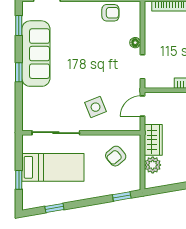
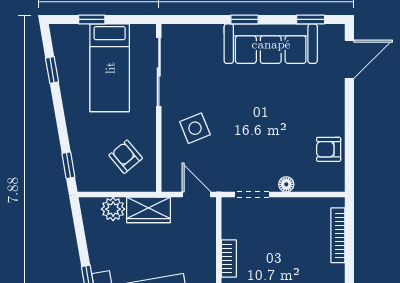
armchair: (110, 13) -> (329, 149), turned 90

